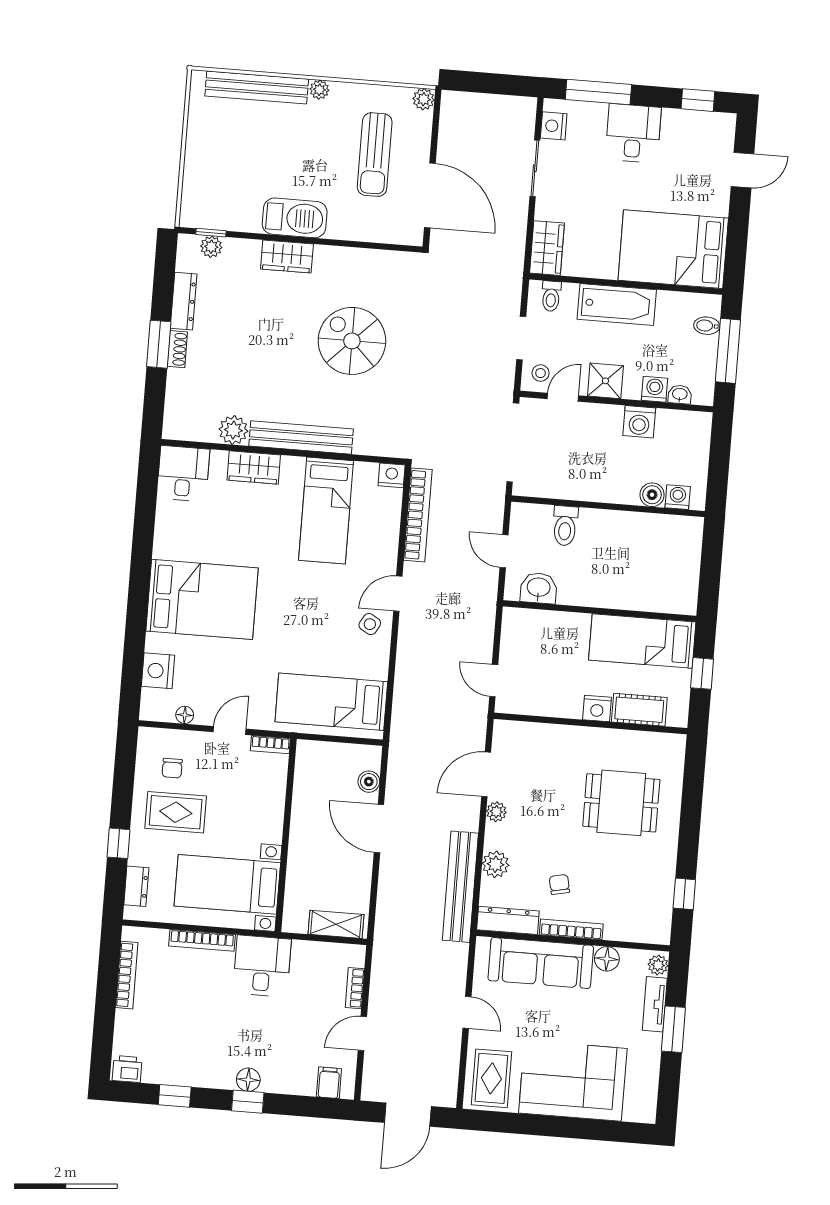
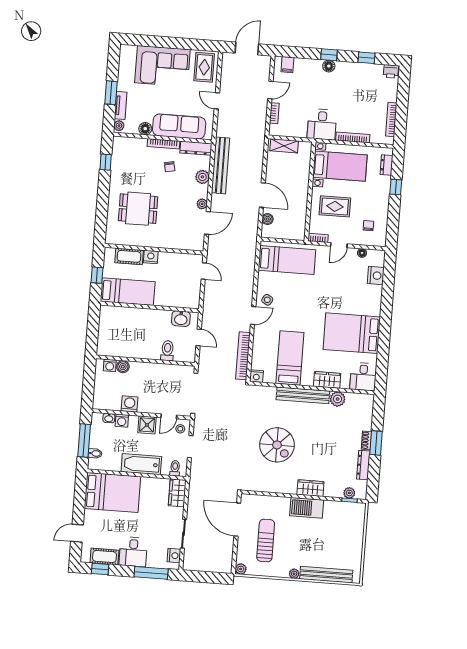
cot: (689, 124) -> (104, 557), added
bed: (202, 599) -> (352, 333), moved
rug: (176, 812) -> (335, 206), moved

